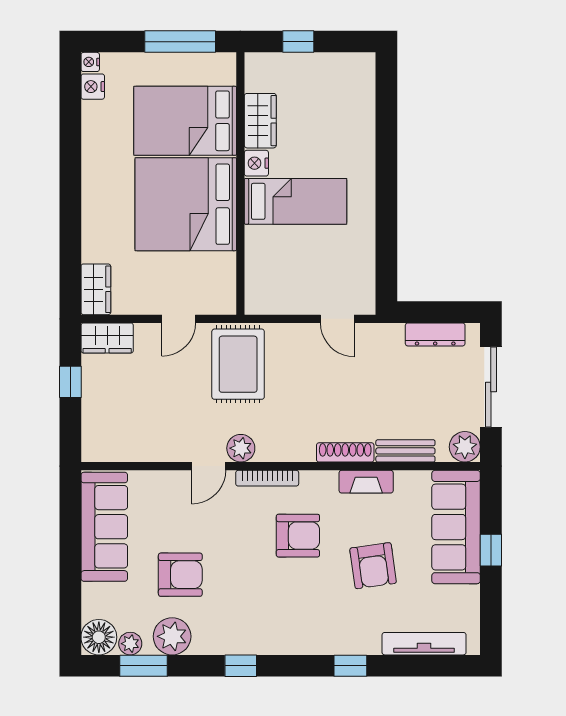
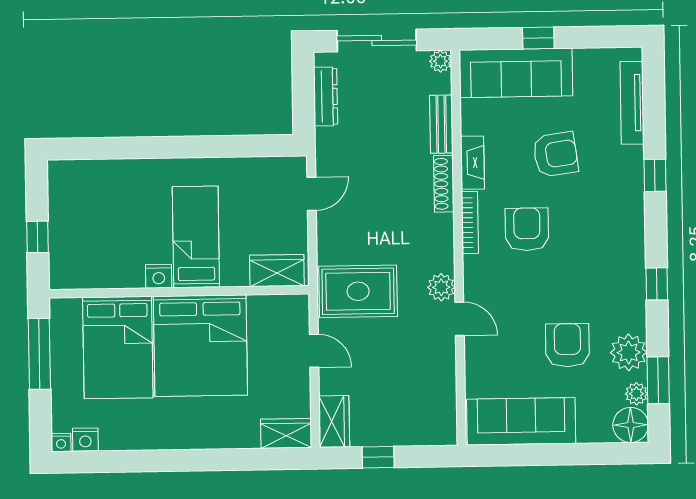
wardrobe: (260, 121) -> (277, 271), moved
plant: (465, 447) -> (440, 61), width x0.73, depth x0.73
bookcase: (267, 478) -> (470, 223), moved

